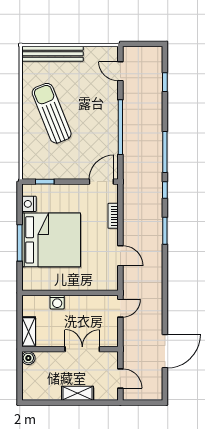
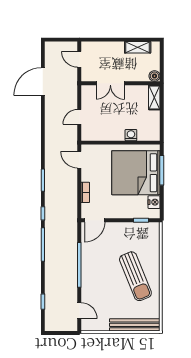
wall: (70, 293) -> (120, 143), moved
washing machine: (57, 302) -> (131, 135), moved
shelving: (77, 393) -> (138, 47), moved

